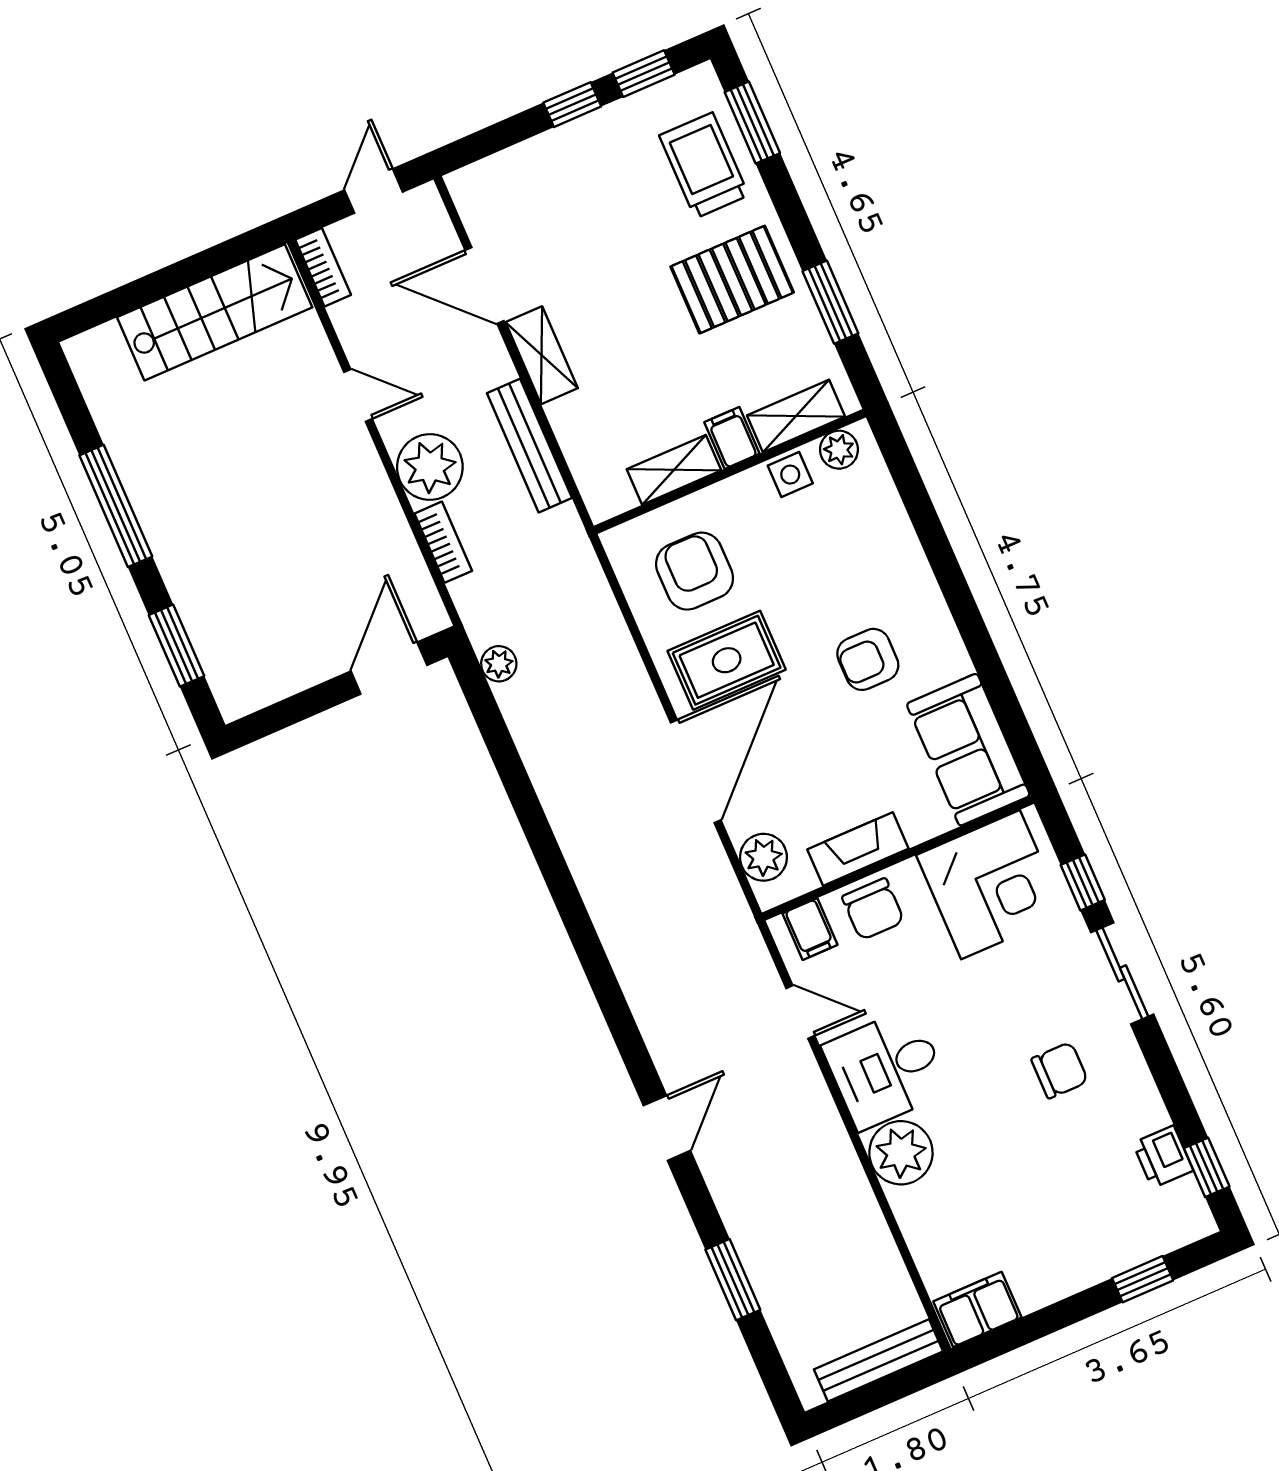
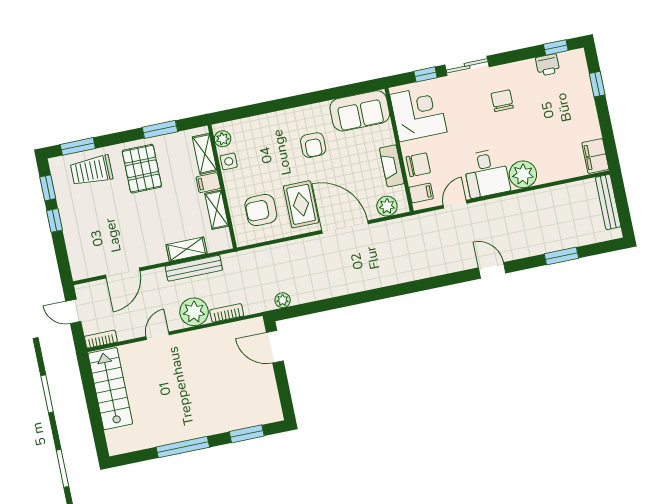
shelving: (542, 355) -> (187, 249), moved

